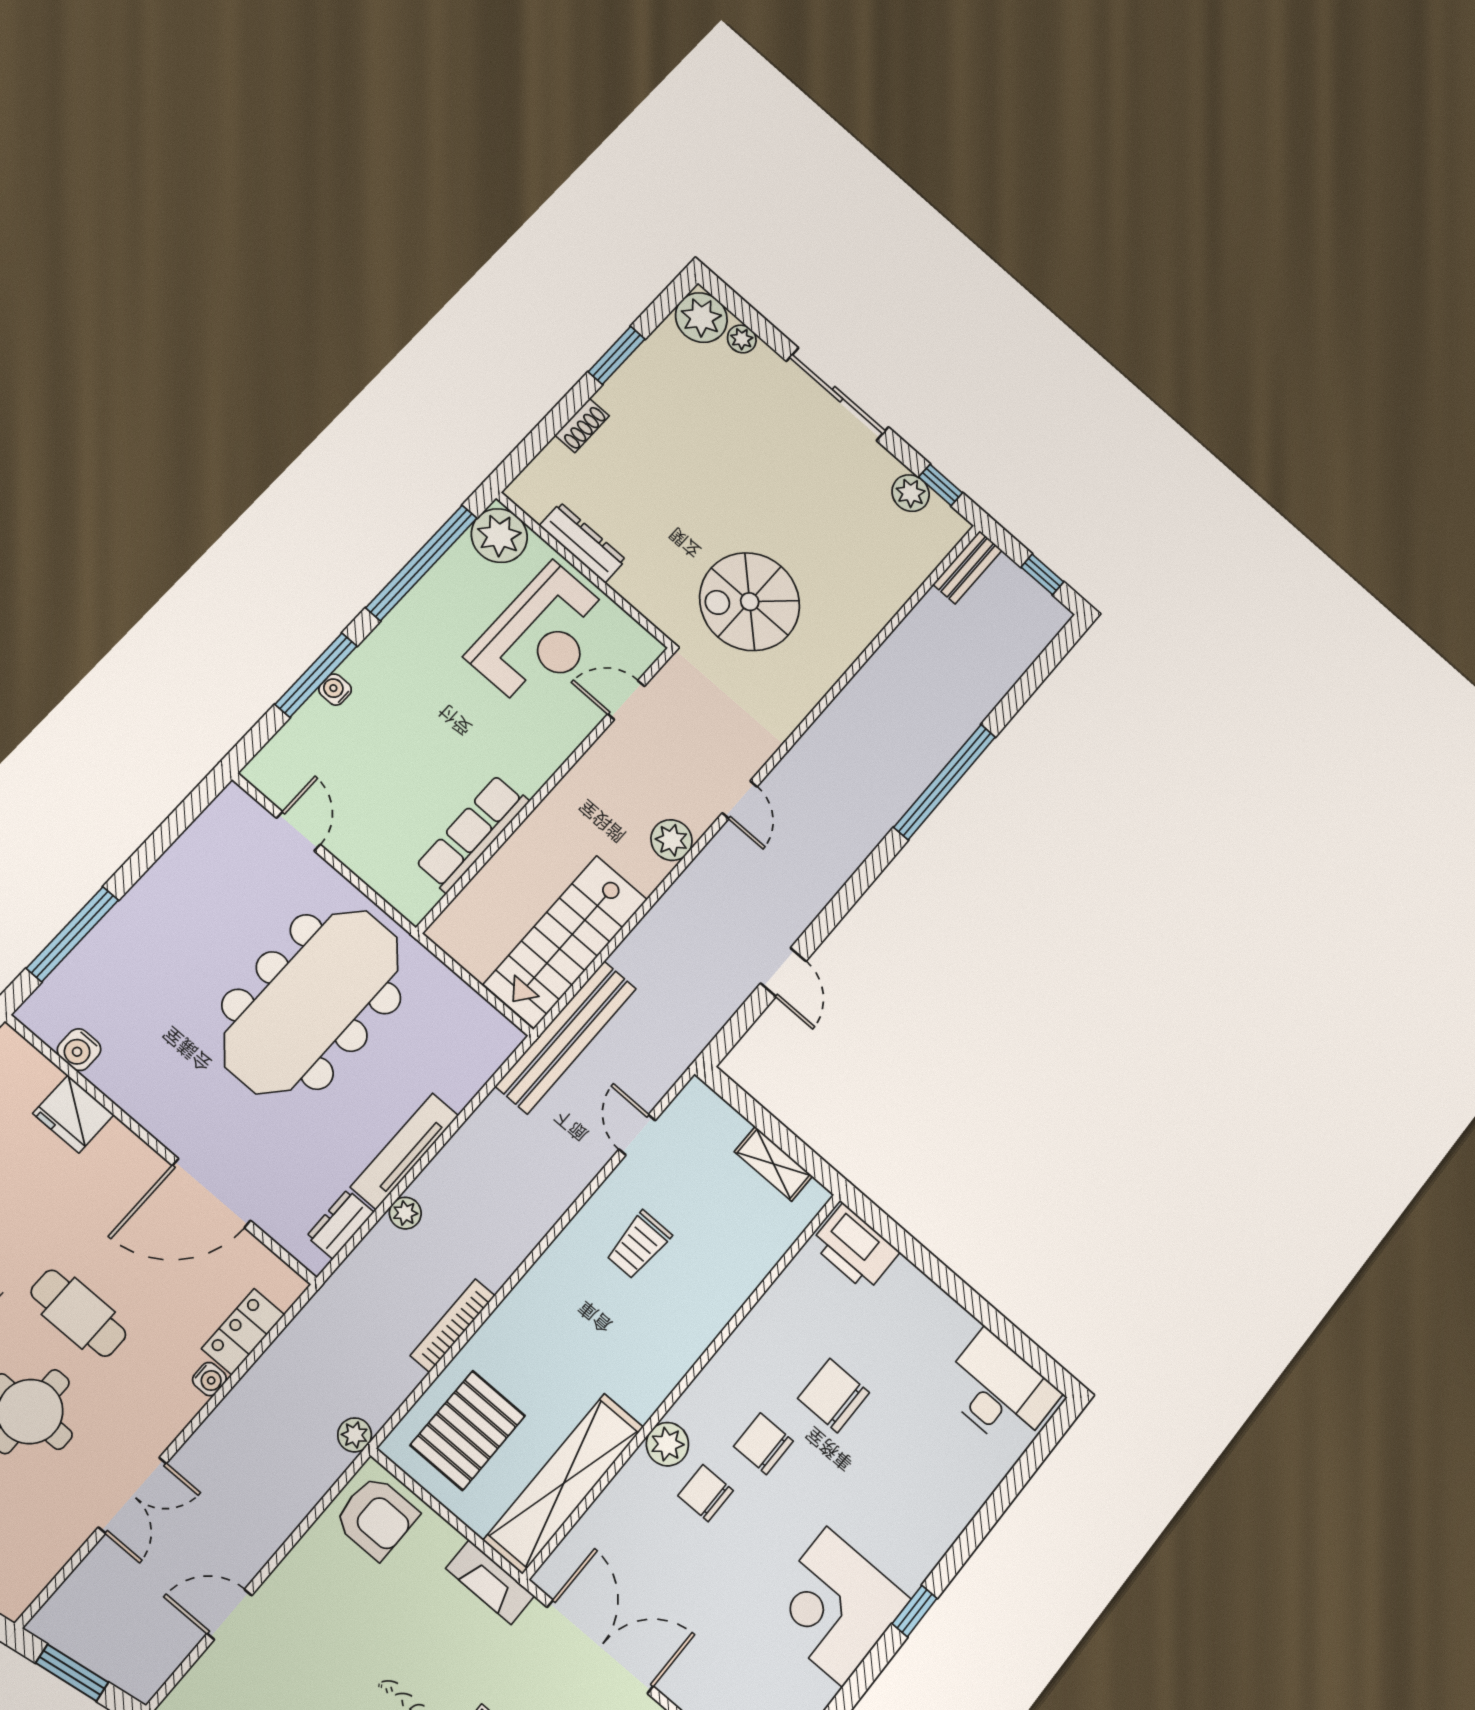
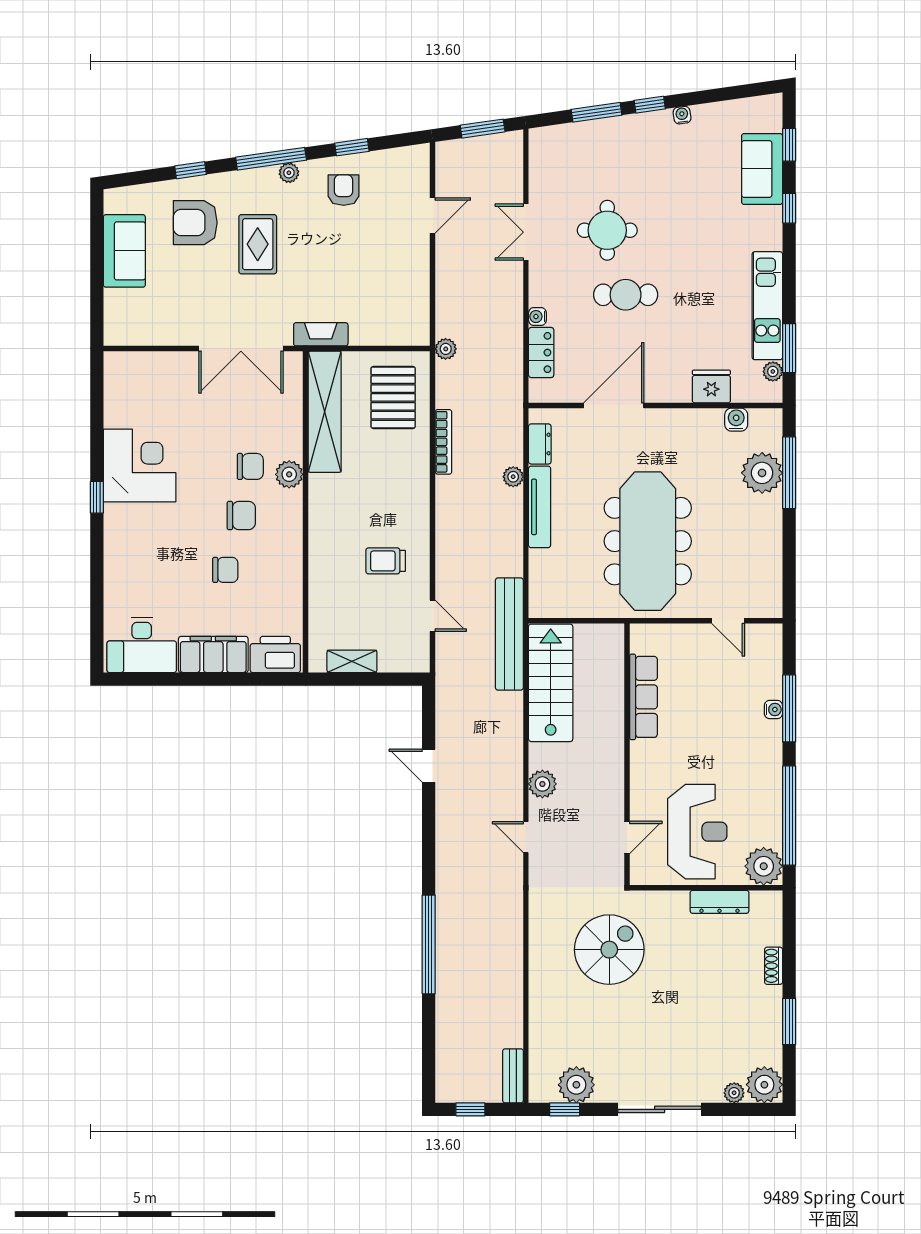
plant: (911, 493) -> (576, 1085), width x1.36, depth x1.36
reception desk: (541, 637) -> (697, 832), turned 180
plant: (105, 962) -> (762, 473), added
trolley: (639, 1245) -> (386, 561), turned -90
filing cabinet: (926, 1309) -> (213, 655), added
chair: (834, 1396) -> (225, 570), width x0.73, depth x0.73
armchair: (376, 1517) -> (402, 319), removed

